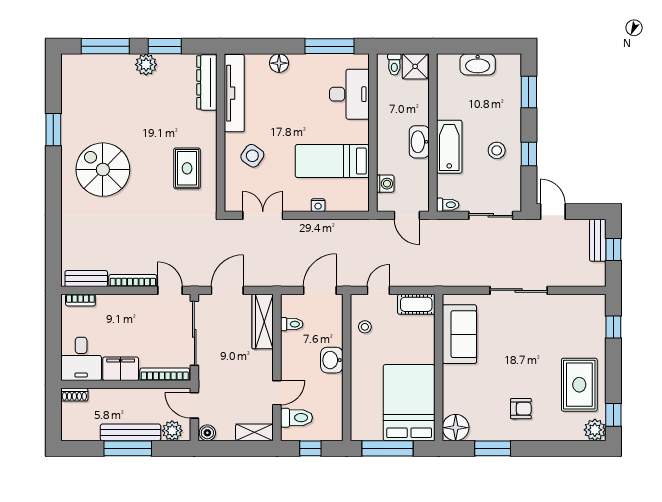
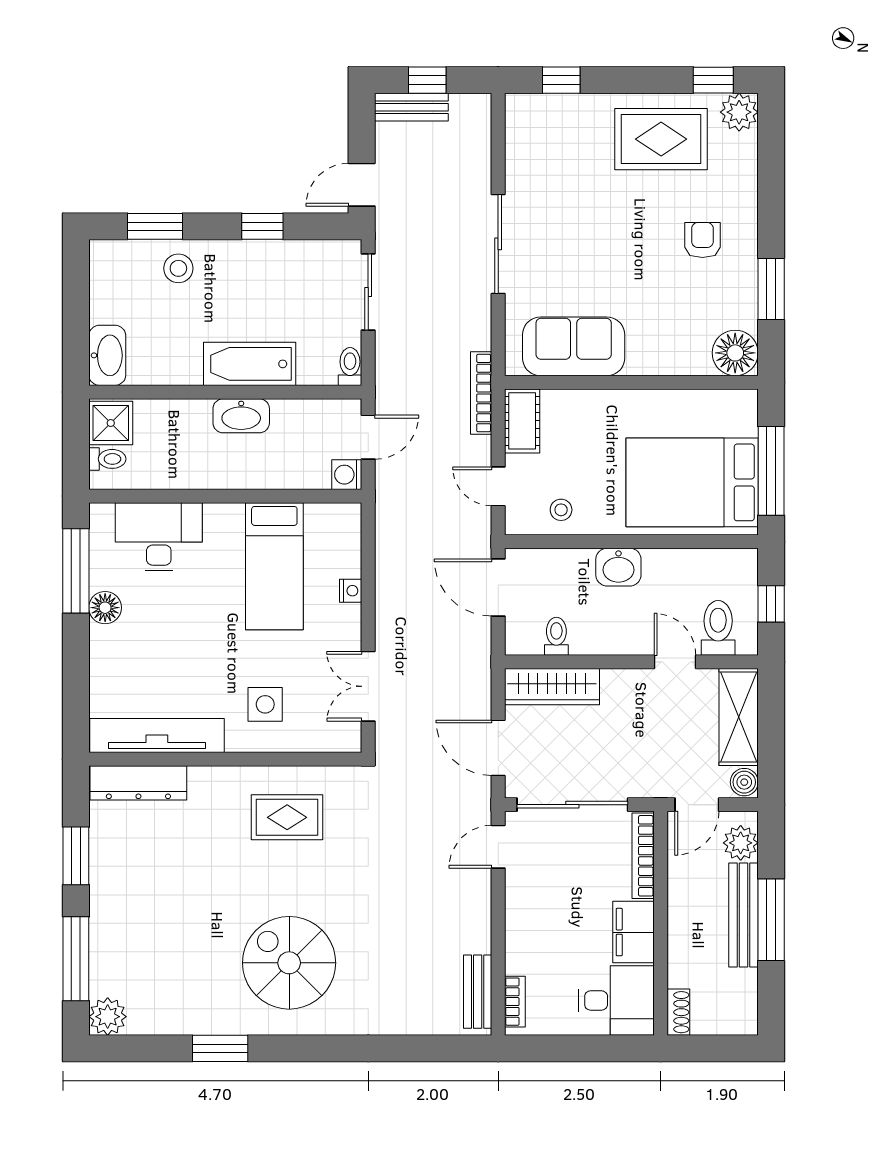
floor lamp: (279, 63) -> (105, 608), moved
washbasin: (478, 64) -> (107, 355), moved
plant: (146, 65) -> (108, 1017), moved
stool: (497, 150) -> (178, 268), moved
side table: (252, 156) -> (265, 704), turned -35
spiral stairs: (103, 170) -> (289, 963), turned 90
washing machine: (385, 184) -> (347, 475), moved, turned -90
bookcase: (133, 281) -> (481, 393), moved
bed: (409, 403) -> (692, 482), moved
shelving: (254, 432) -> (739, 717), width x1.50, depth x1.33

